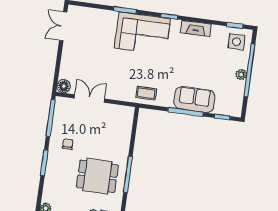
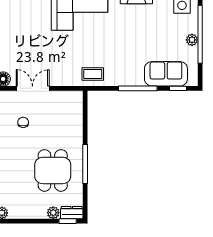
sofa: (194, 100) -> (166, 74), moved
chair: (68, 144) -> (23, 122), moved
dining table: (97, 176) -> (53, 170), turned 90

